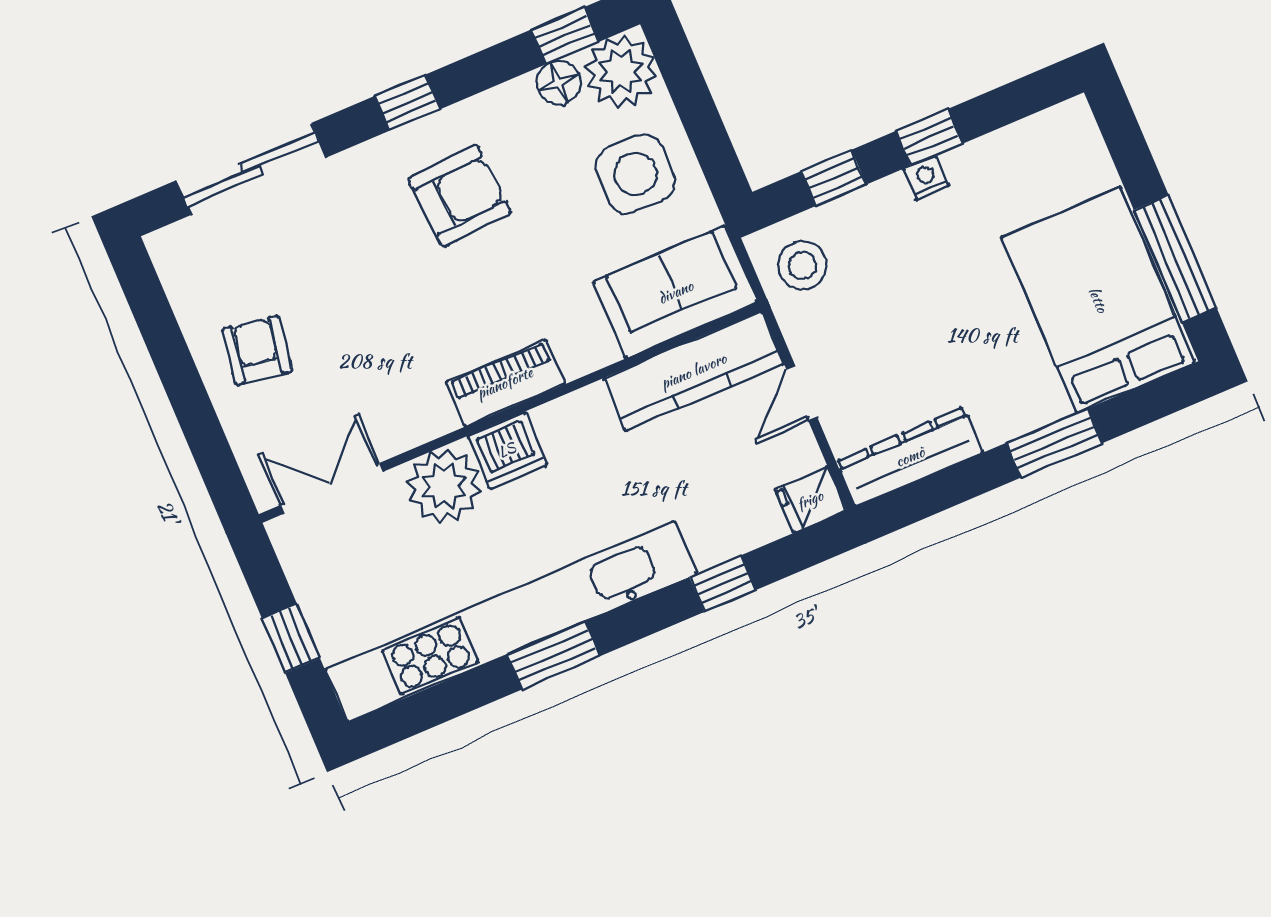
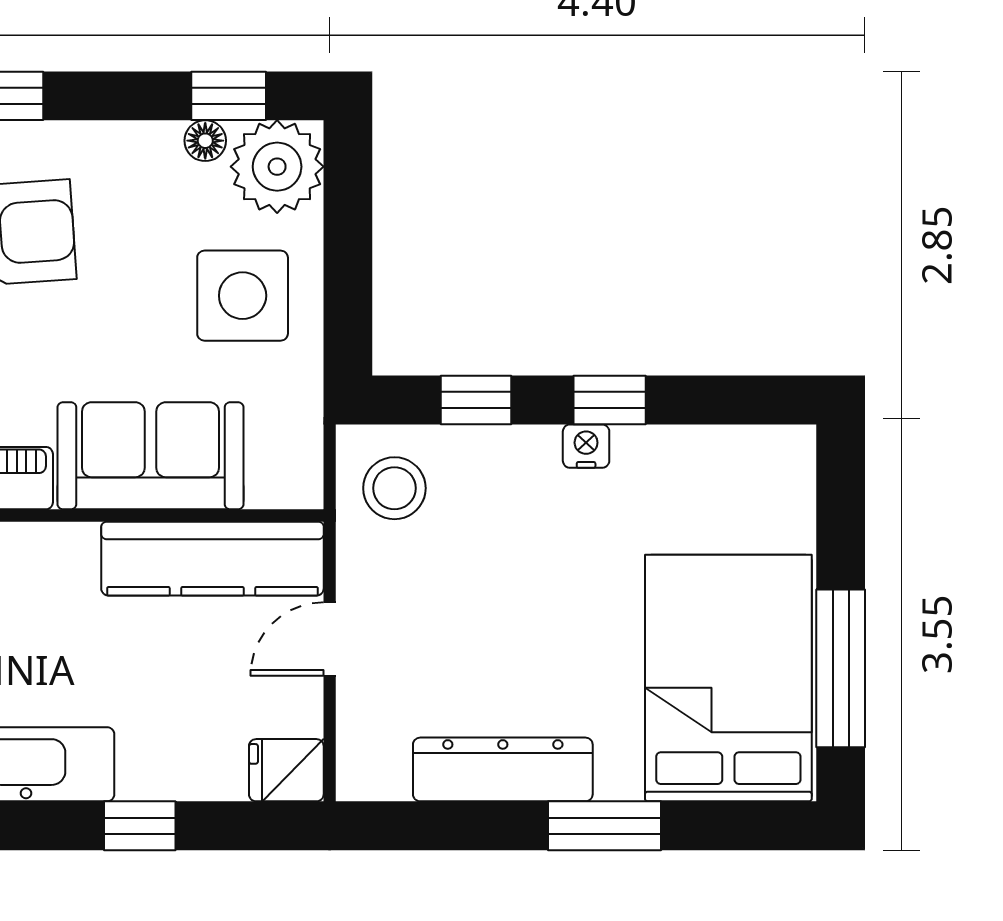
floor lamp: (559, 83) -> (205, 141), width x0.73, depth x0.73
sofa: (676, 292) -> (151, 456), moved
dresser: (910, 457) -> (503, 769), moved

